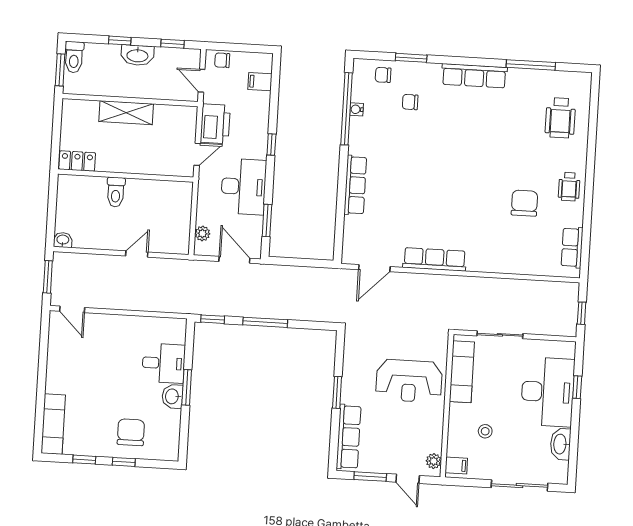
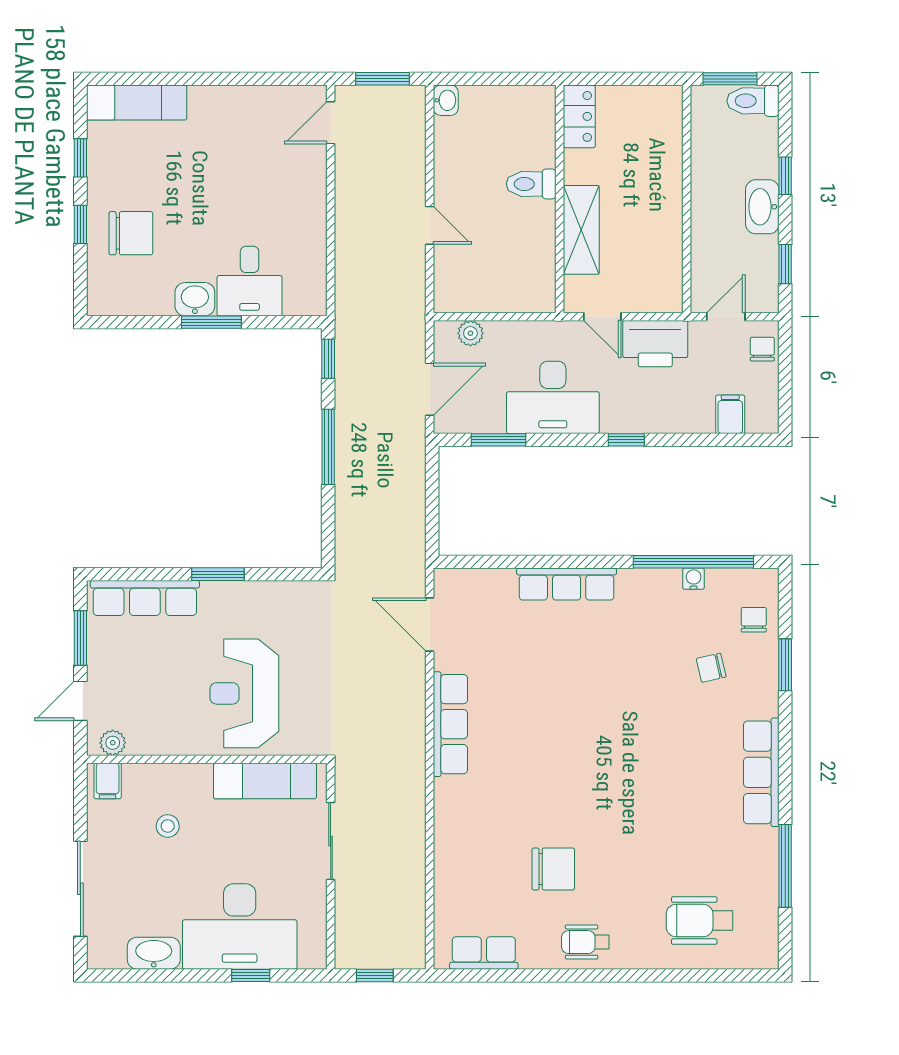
chair: (410, 102) -> (711, 668), turned -103
shelving: (126, 113) -> (581, 230), moved

